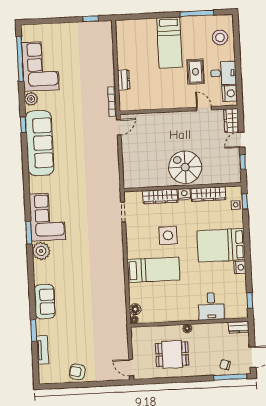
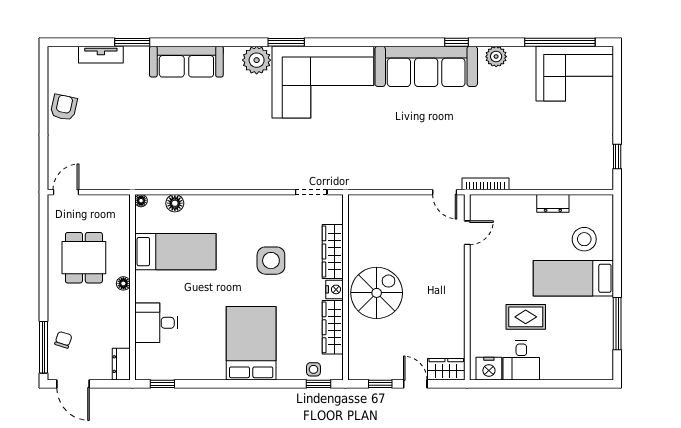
stool: (220, 38) -> (584, 239), moved
corner sofa: (40, 66) -> (575, 74), moved
dresser: (124, 80) -> (553, 203), moved
door: (204, 109) -> (467, 233), moved
corner sofa: (47, 217) -> (323, 82), width x1.36, depth x1.36
nightstand: (240, 267) -> (215, 371), removed
bed: (153, 270) -> (175, 252), moved, turned -90
sofa: (45, 302) -> (186, 62), width x1.36
floor lamp: (135, 309) -> (175, 203), moved

